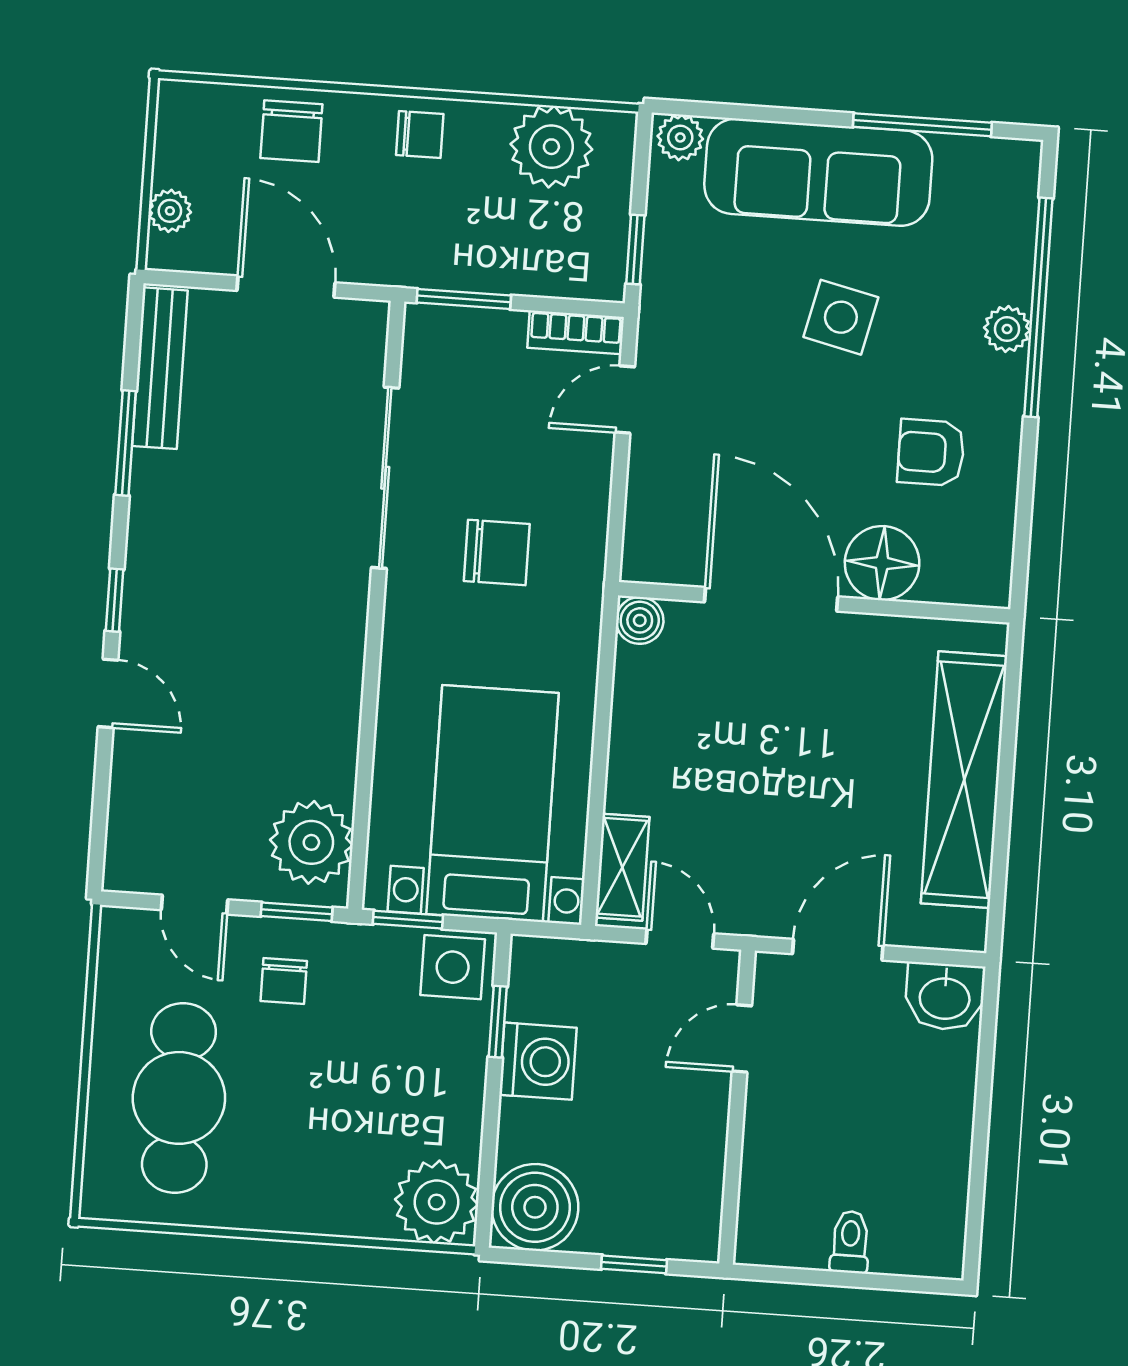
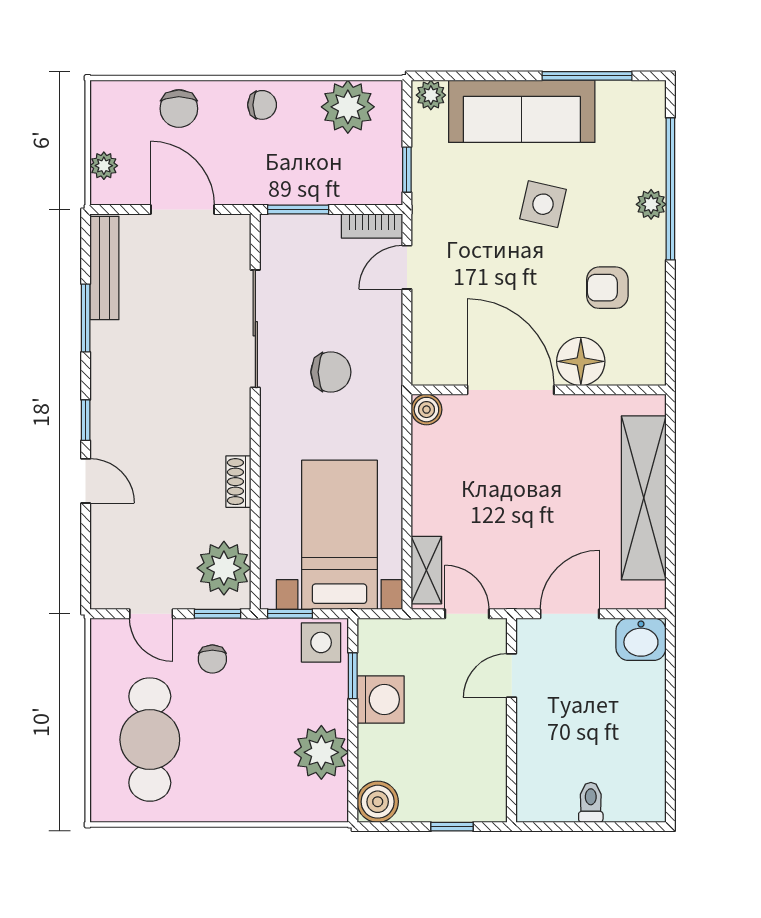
shoe rack: (343, 711) -> (238, 482), added
plant: (437, 1202) -> (321, 752), moved
boiler: (535, 1207) -> (378, 802), width x0.73, depth x0.73

